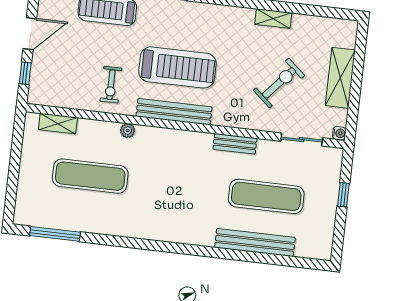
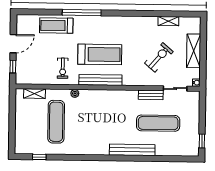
shelving: (273, 19) -> (168, 21), moved
bench: (235, 144) -> (151, 95), moved
exercise mat: (90, 176) -> (56, 122), turned 90
window: (343, 195) -> (202, 141), moved
window: (55, 234) -> (39, 157), width x0.46
bench: (255, 243) -> (132, 150), moved

